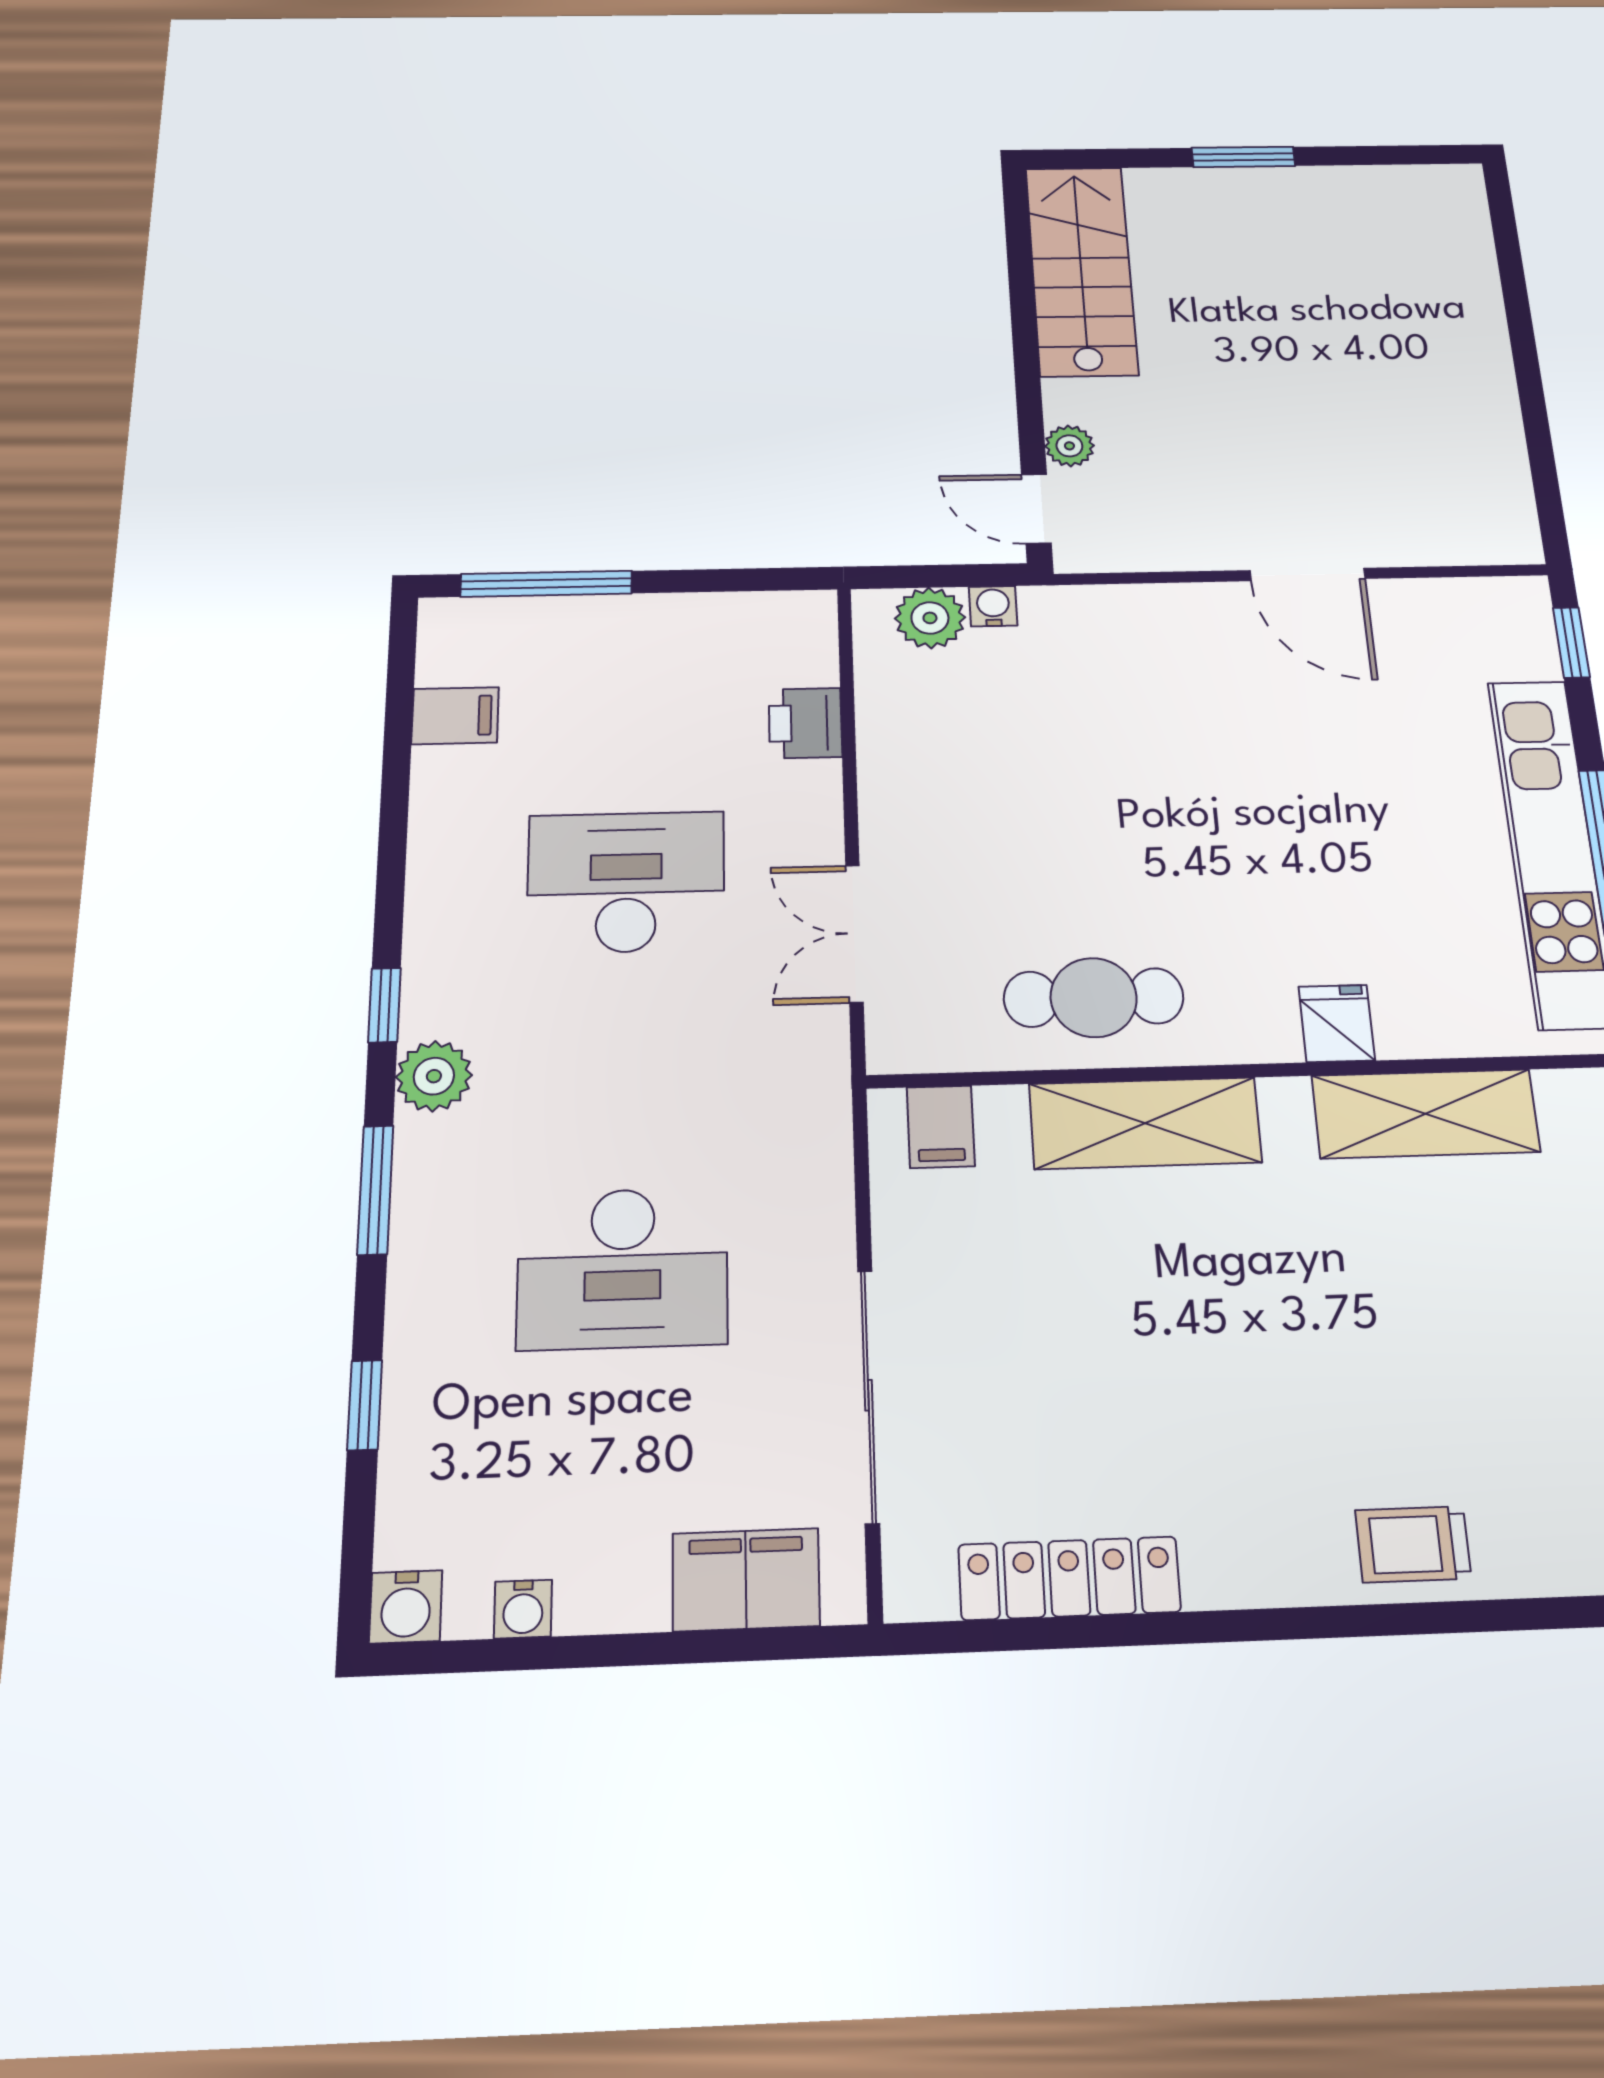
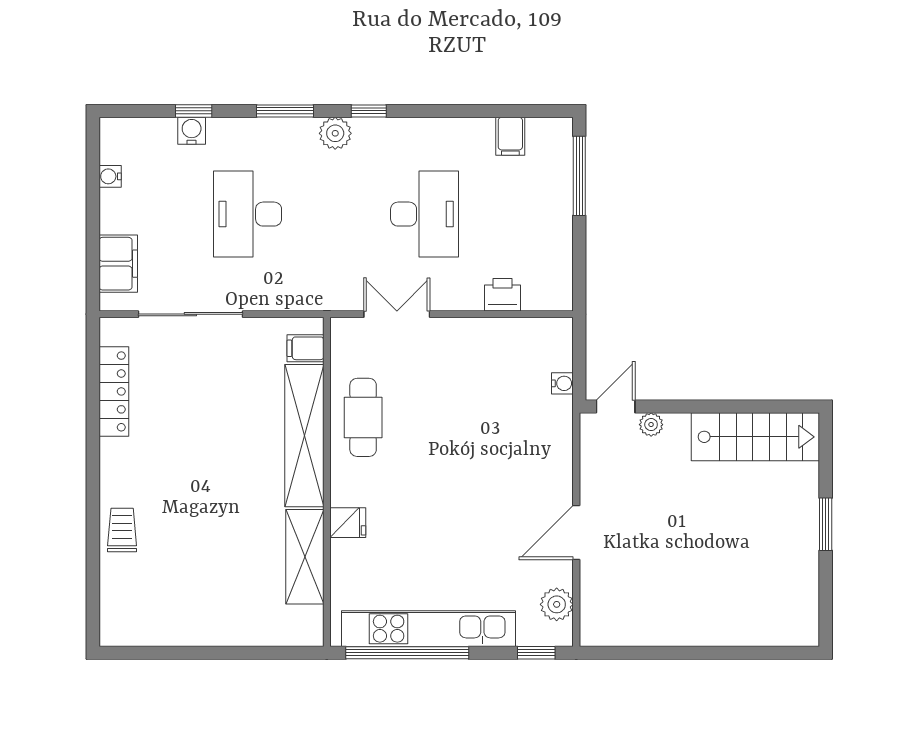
plant: (930, 618) -> (557, 604), moved
shelving: (1145, 1123) -> (304, 436), width x1.47
water cooler: (406, 1607) -> (192, 131), moved, turned 90

